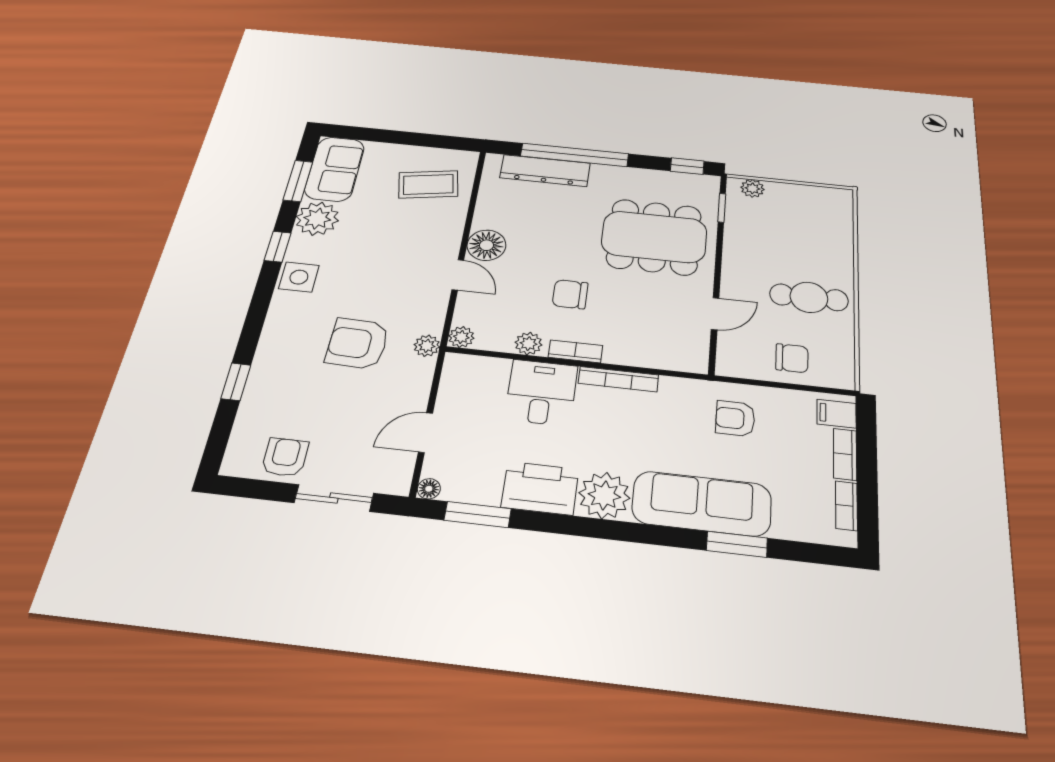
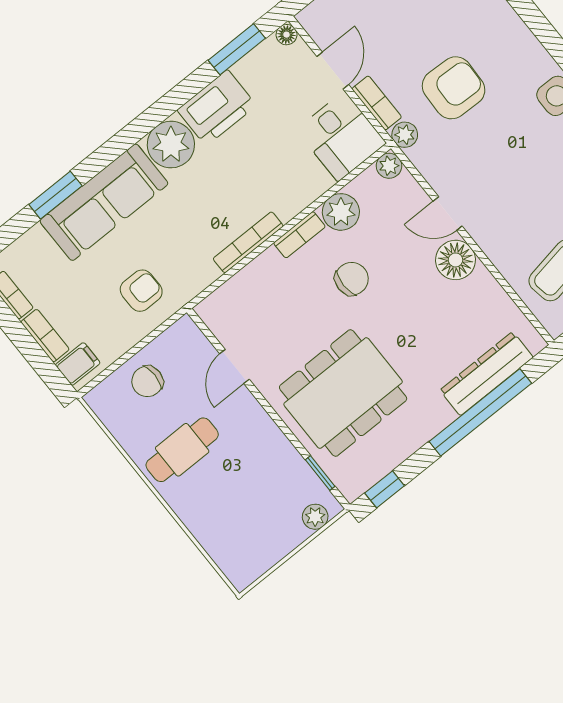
plant: (529, 344) -> (341, 212), width x1.38, depth x1.38
bookcase: (421, 383) -> (377, 103), added
desk: (541, 393) -> (341, 136), moved

